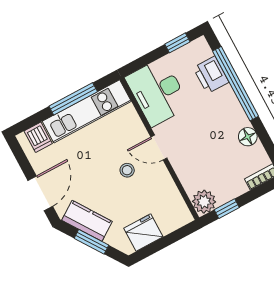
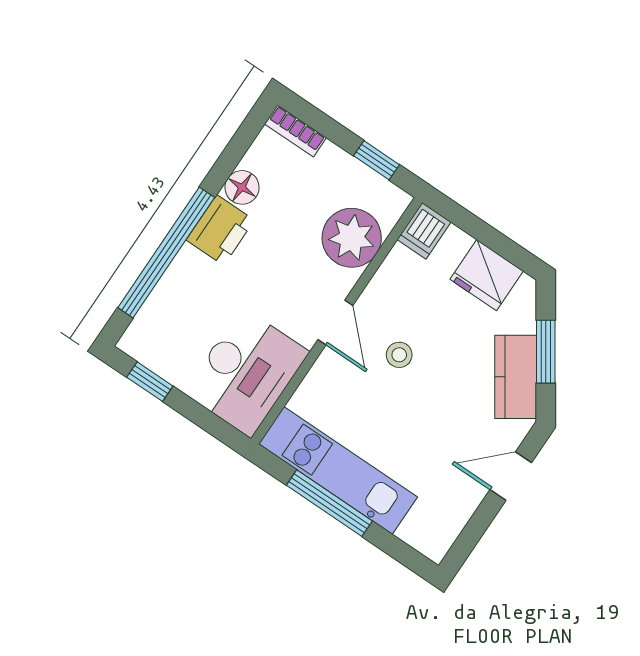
printer: (211, 75) -> (220, 230), moved
dishwasher: (38, 137) -> (424, 231), moved, turned 180
door: (40, 193) -> (511, 476), width x0.73
plant: (204, 202) -> (352, 238), moved, width x1.36, depth x1.36

